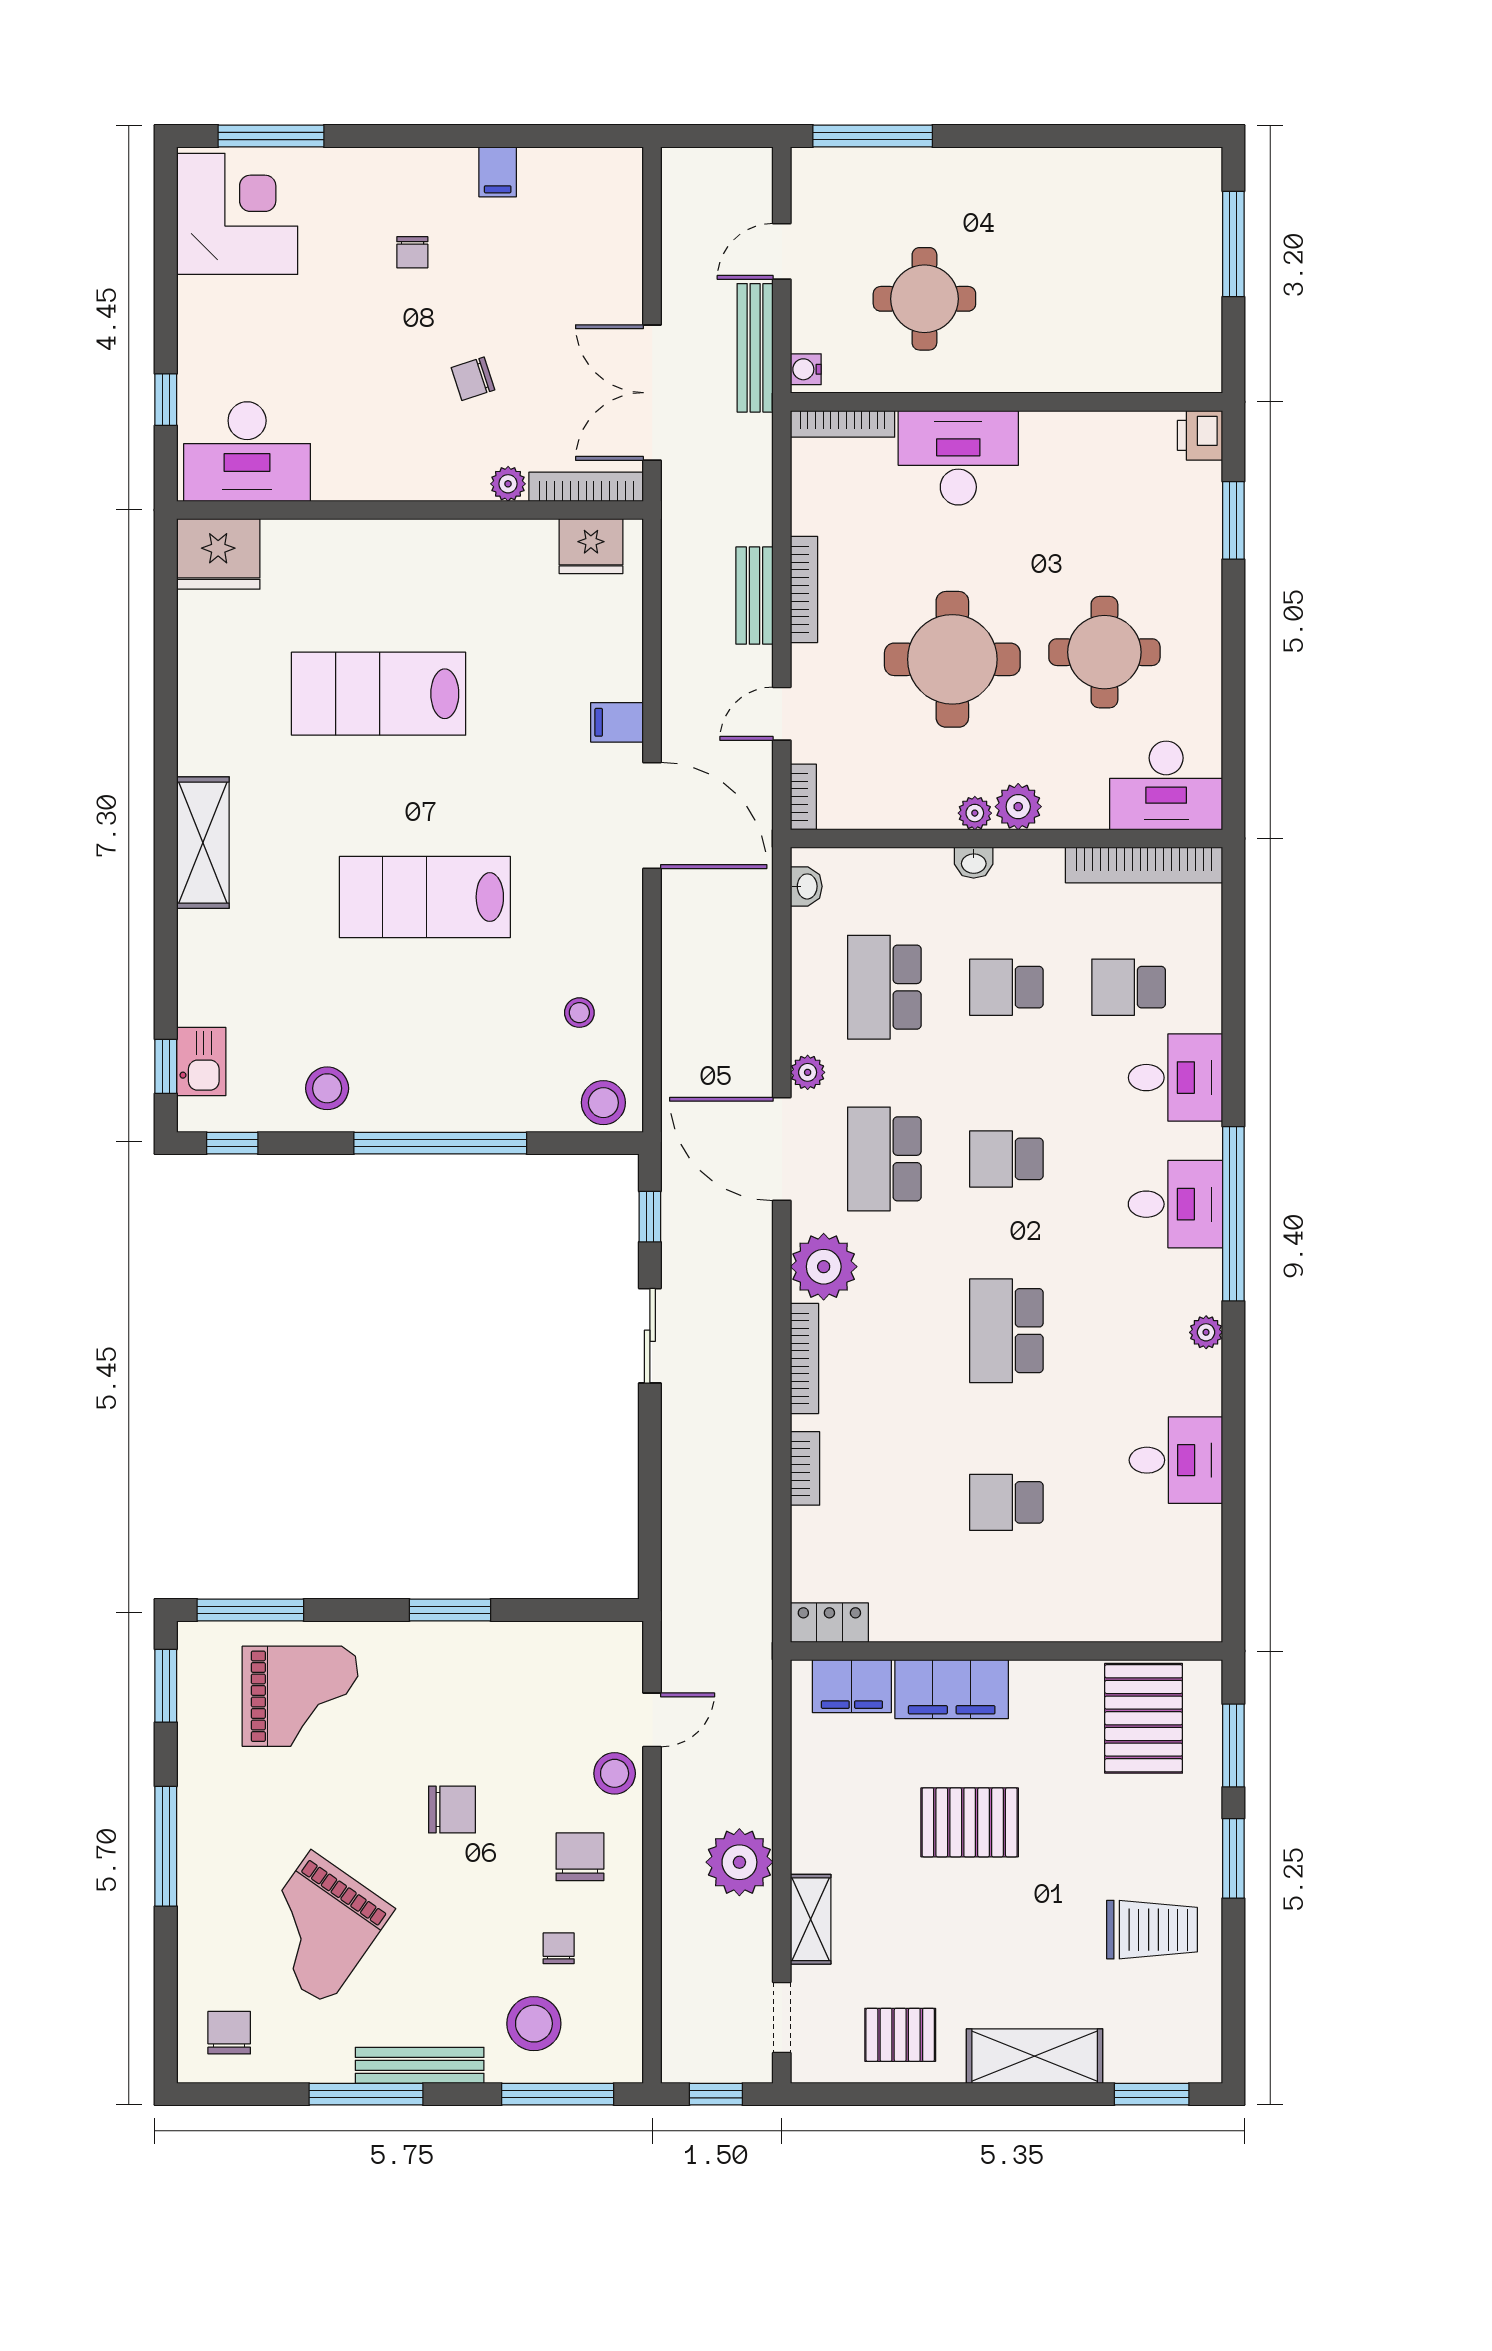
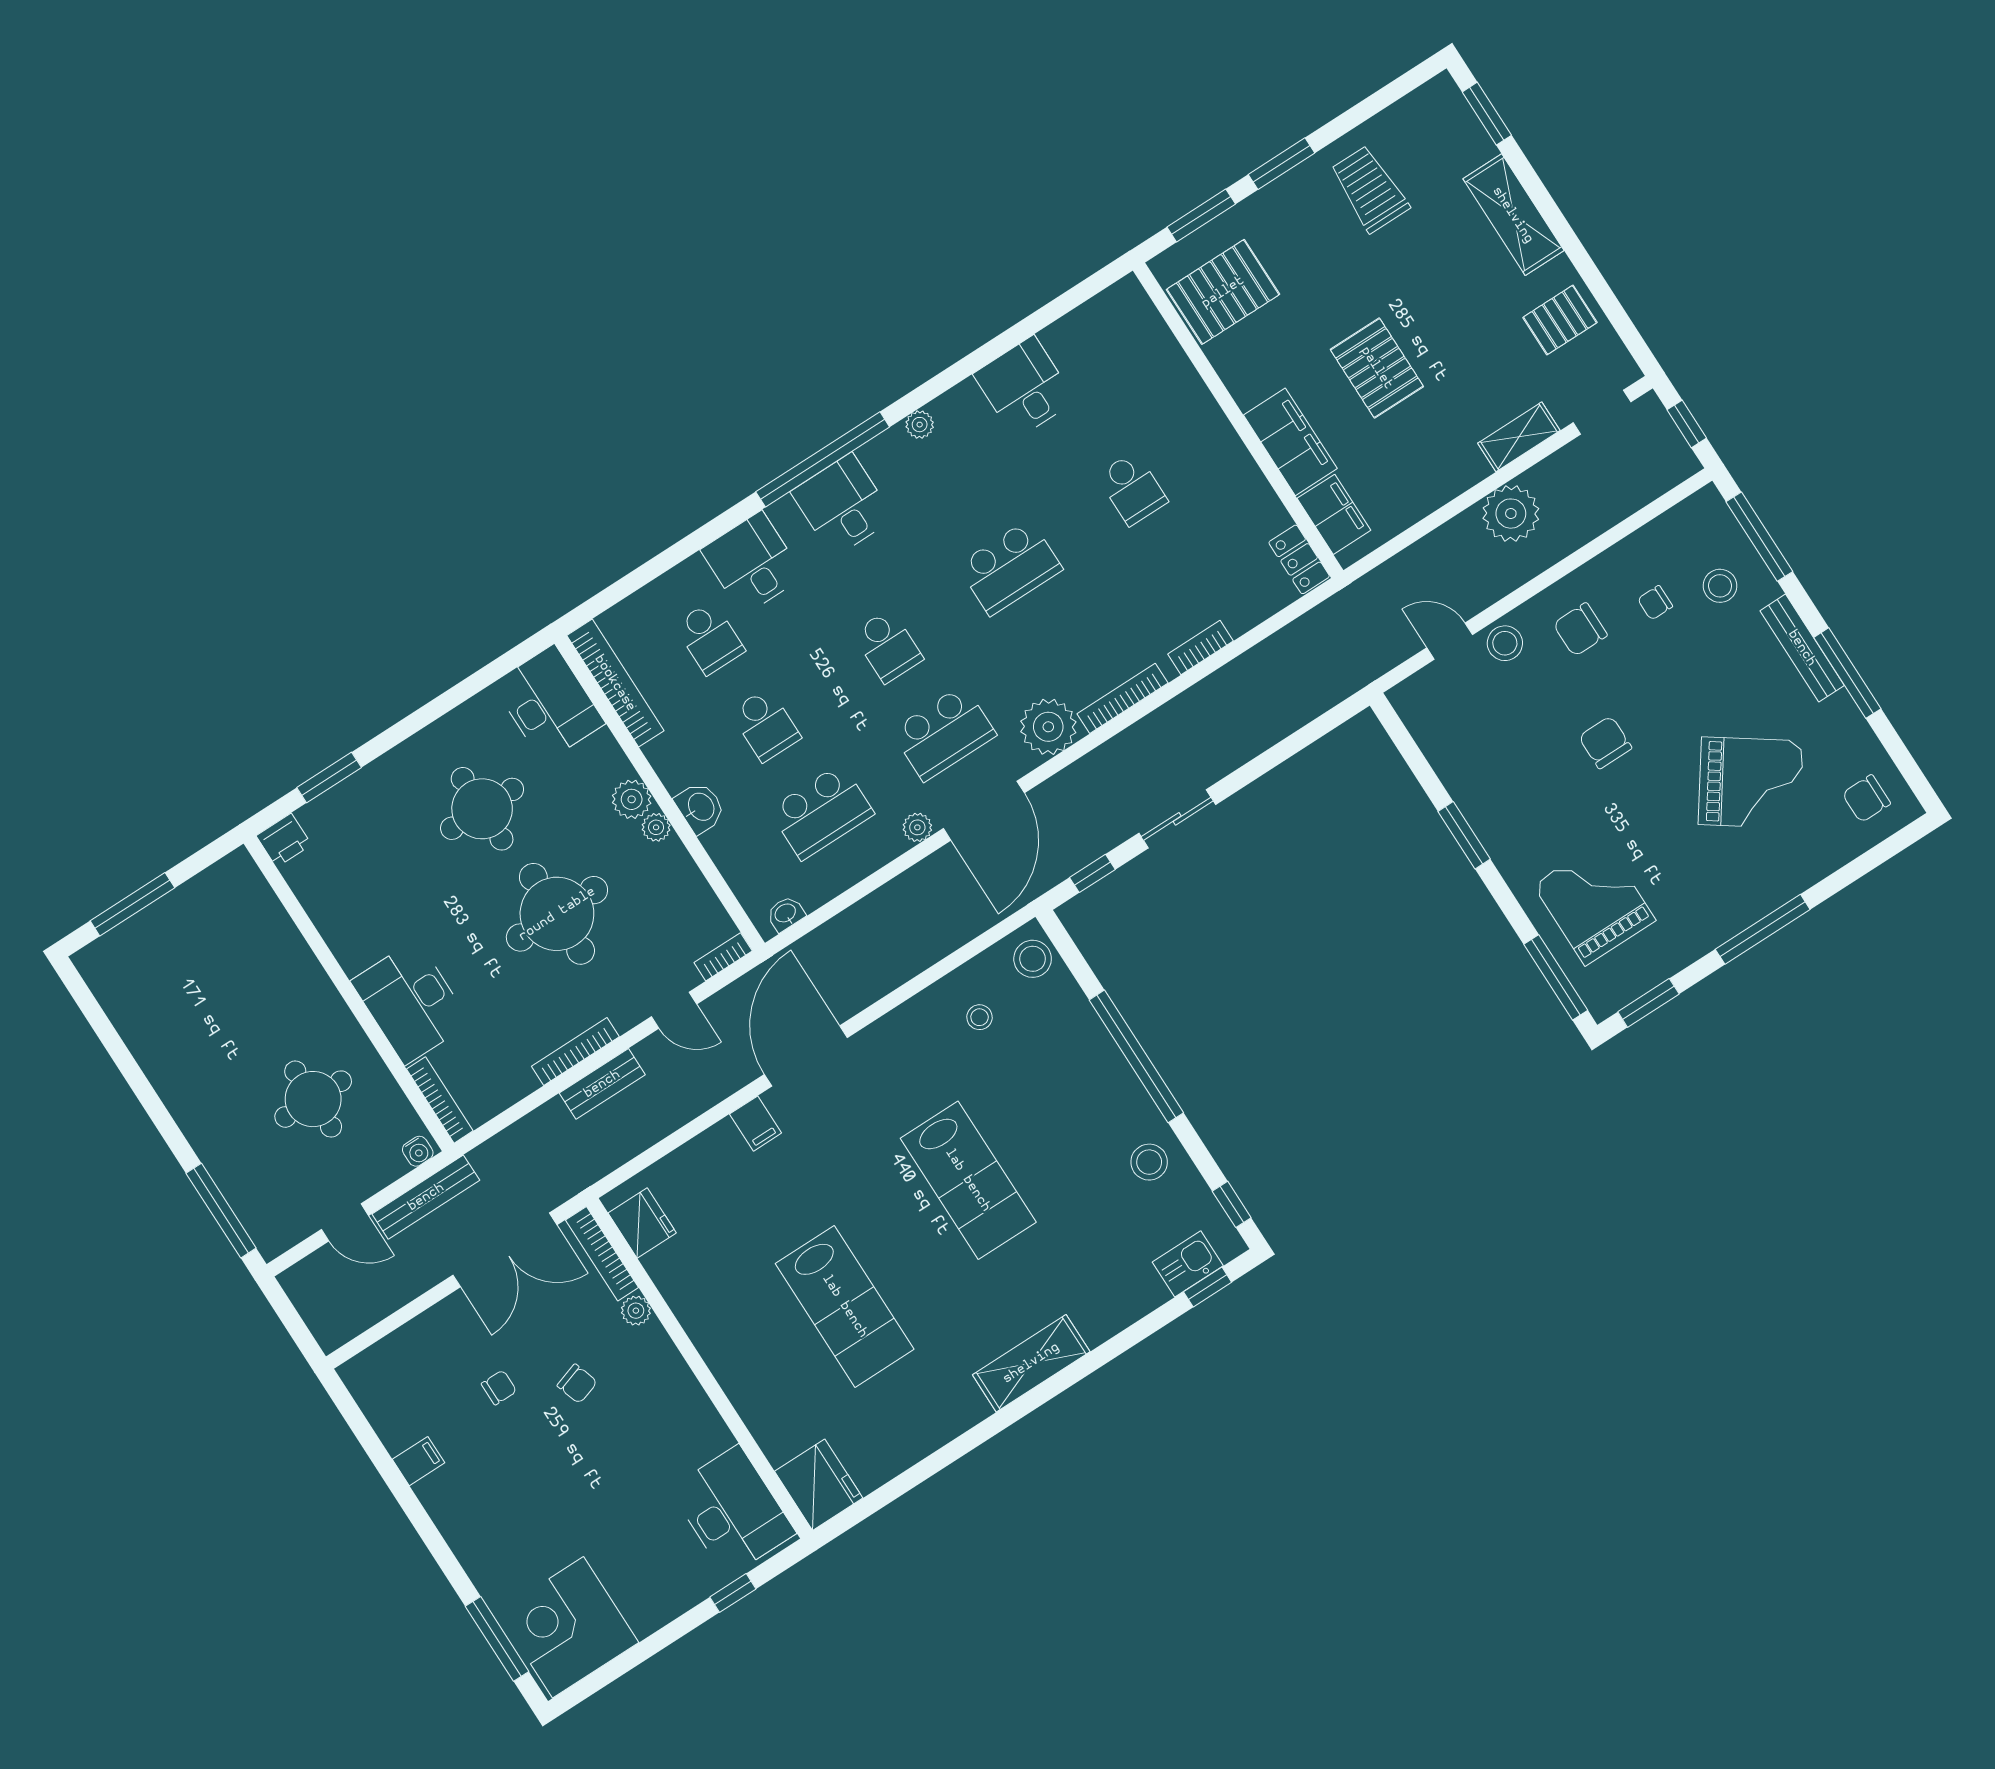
chair: (412, 252) -> (499, 1387), moved
washbasin: (974, 863) -> (700, 807), width x1.38, depth x1.45
stool: (534, 2024) -> (1720, 586), width x0.73, depth x0.73
pallet: (900, 2035) -> (1560, 320), turned 90

